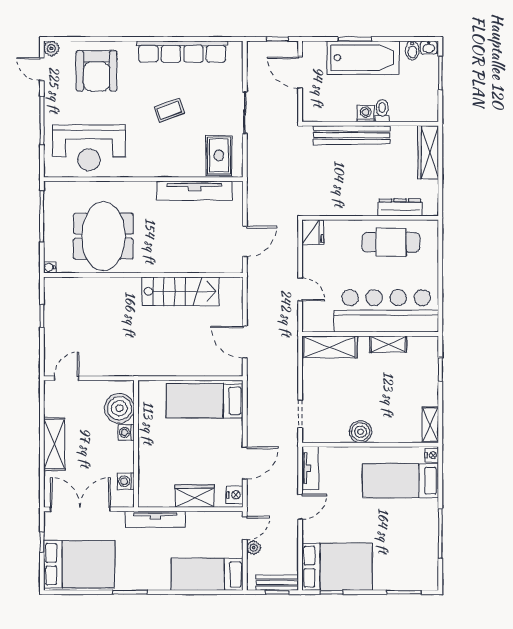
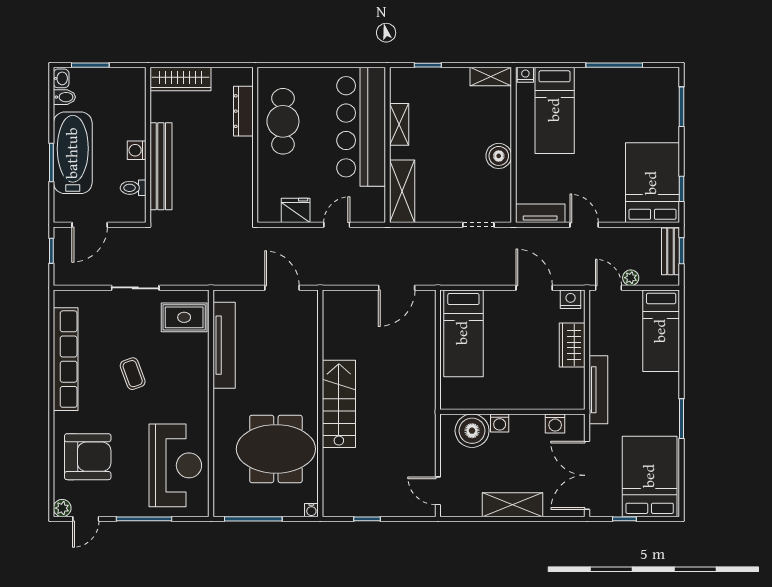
toilet: (382, 111) -> (133, 188), moved
fridge: (313, 232) -> (296, 210), moved
stairs: (181, 291) -> (339, 404), moved

